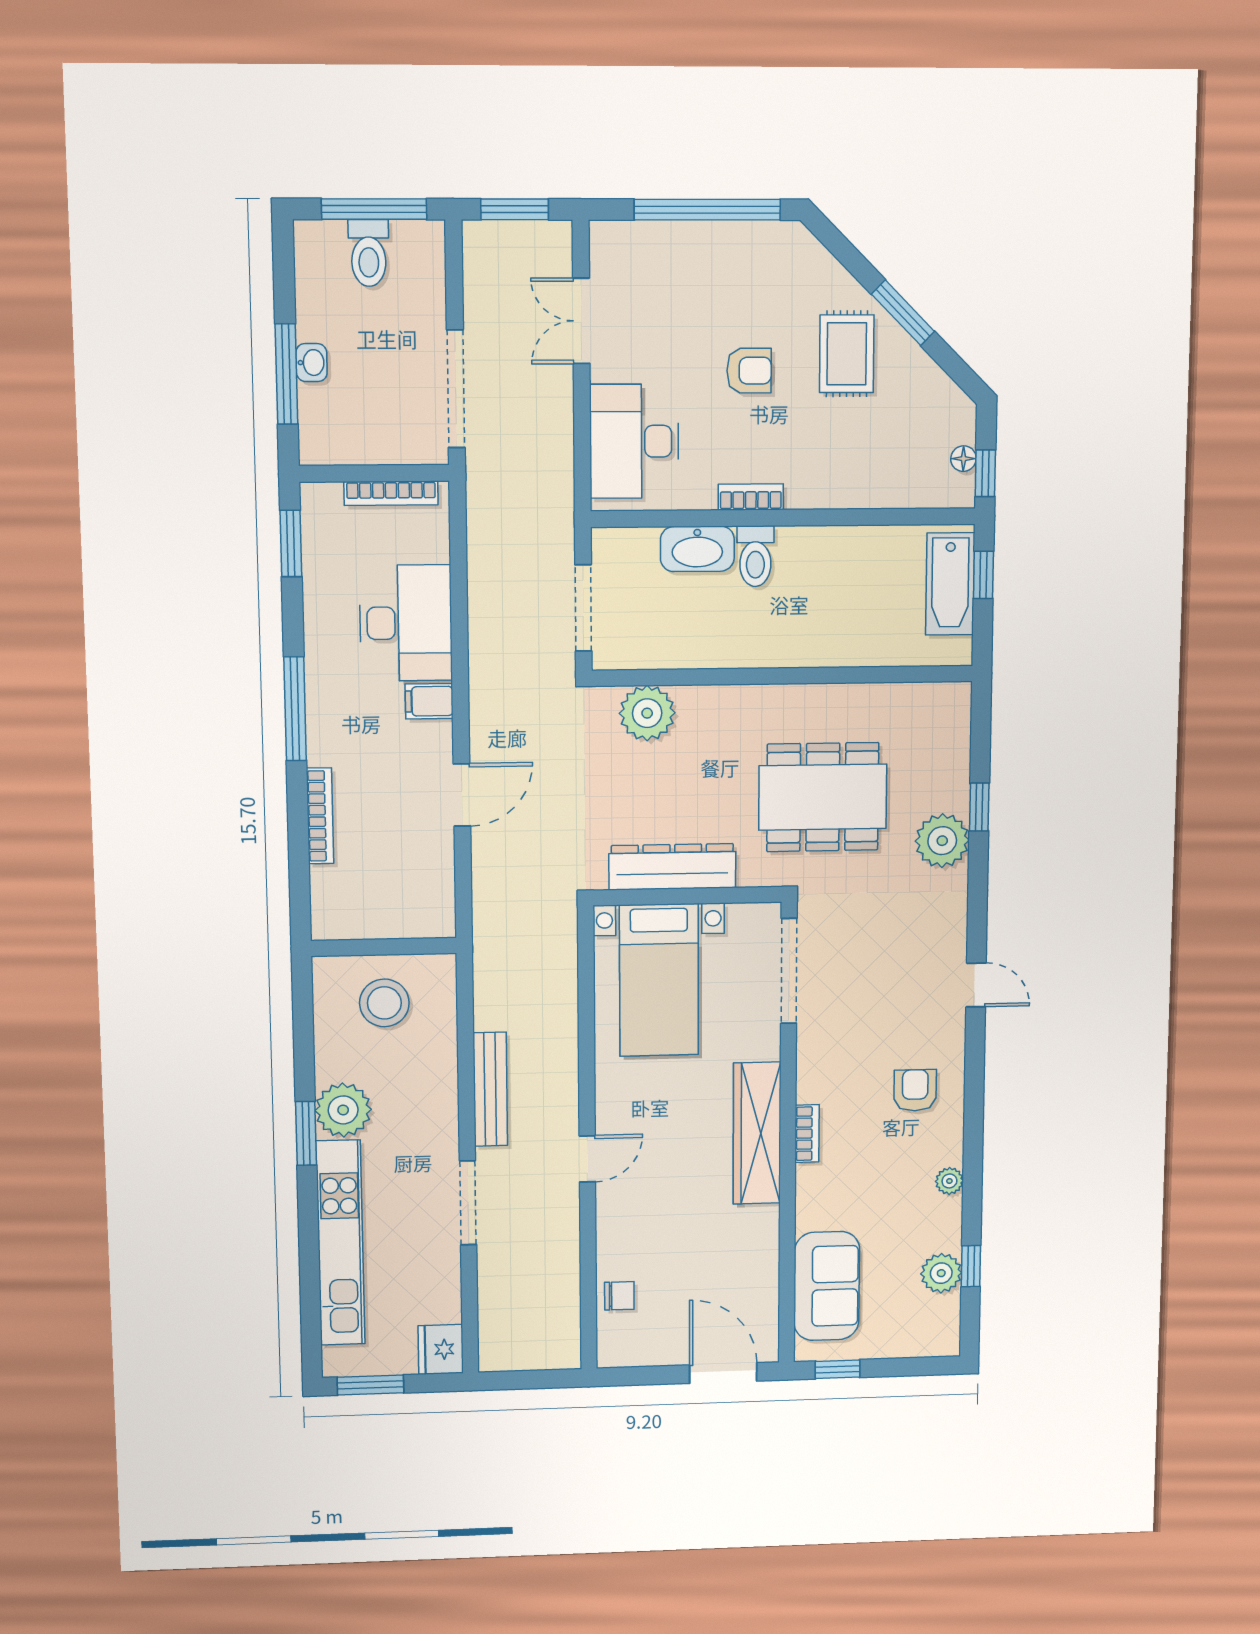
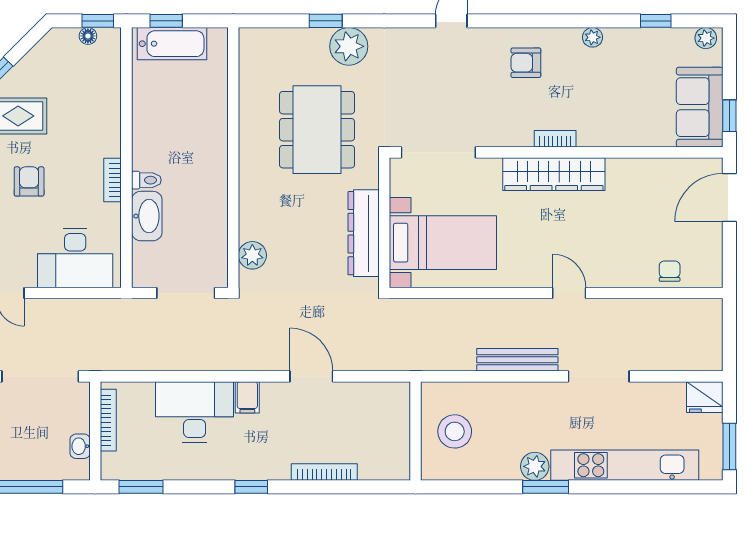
washbasin: (311, 363) -> (80, 446), moved, turned -90
toilet: (755, 556) -> (146, 180), width x0.73, depth x0.72
window: (295, 709) -> (251, 487), width x0.46
plant: (647, 713) -> (252, 255), width x0.73, depth x0.73
plant: (343, 1110) -> (535, 466), width x0.73, depth x0.73
plant: (941, 1273) -> (706, 38), moved, width x0.73, depth x0.73
sofa: (827, 1286) -> (700, 107), moved, turned -90

